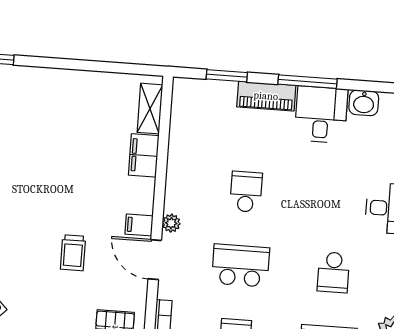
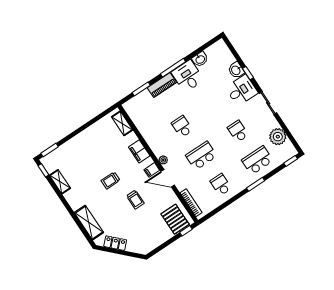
filing cabinet: (144, 155) -> (139, 151), moved
trolley: (56, 189) -> (111, 180), added
school desk: (333, 272) -> (238, 131), turned 180

